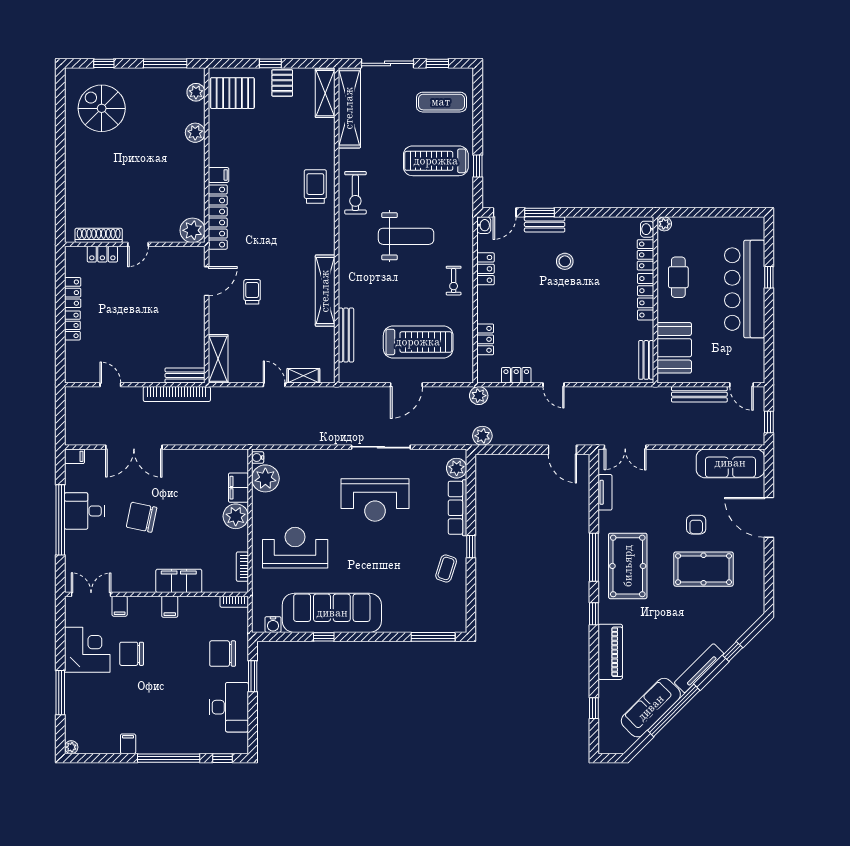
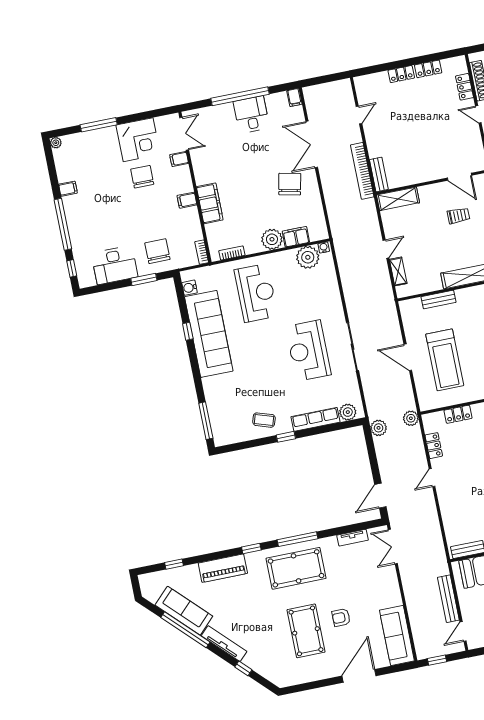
bench: (346, 335) -> (439, 300), width x0.73
chair: (142, 517) -> (290, 184), moved

